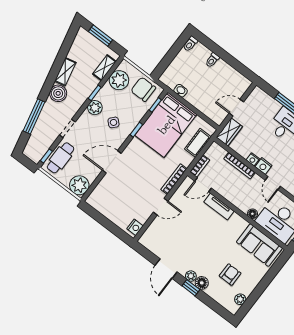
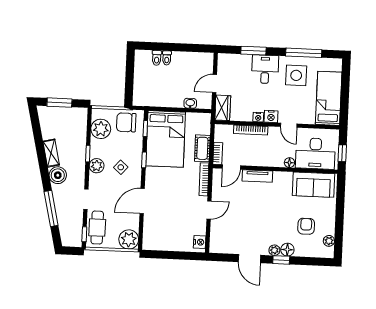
toilet: (190, 44) -> (157, 58), moved
shelving: (104, 68) -> (81, 127), removed
washbasin: (181, 91) -> (190, 103), moved
cot: (198, 143) -> (202, 148), moved

